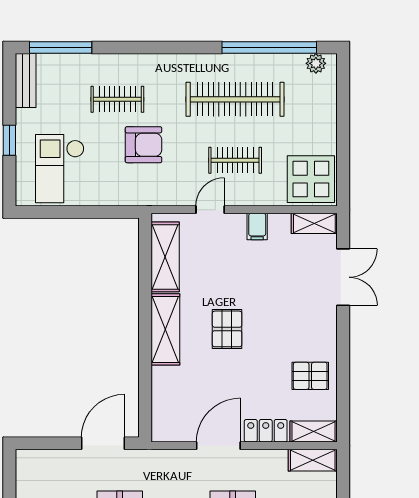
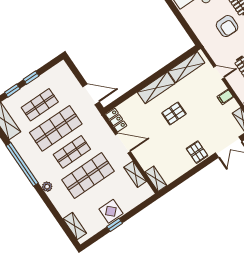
pallet: (310, 376) -> (197, 152), moved
locker: (266, 431) -> (116, 120), moved
shelving: (313, 460) -> (135, 174), moved

